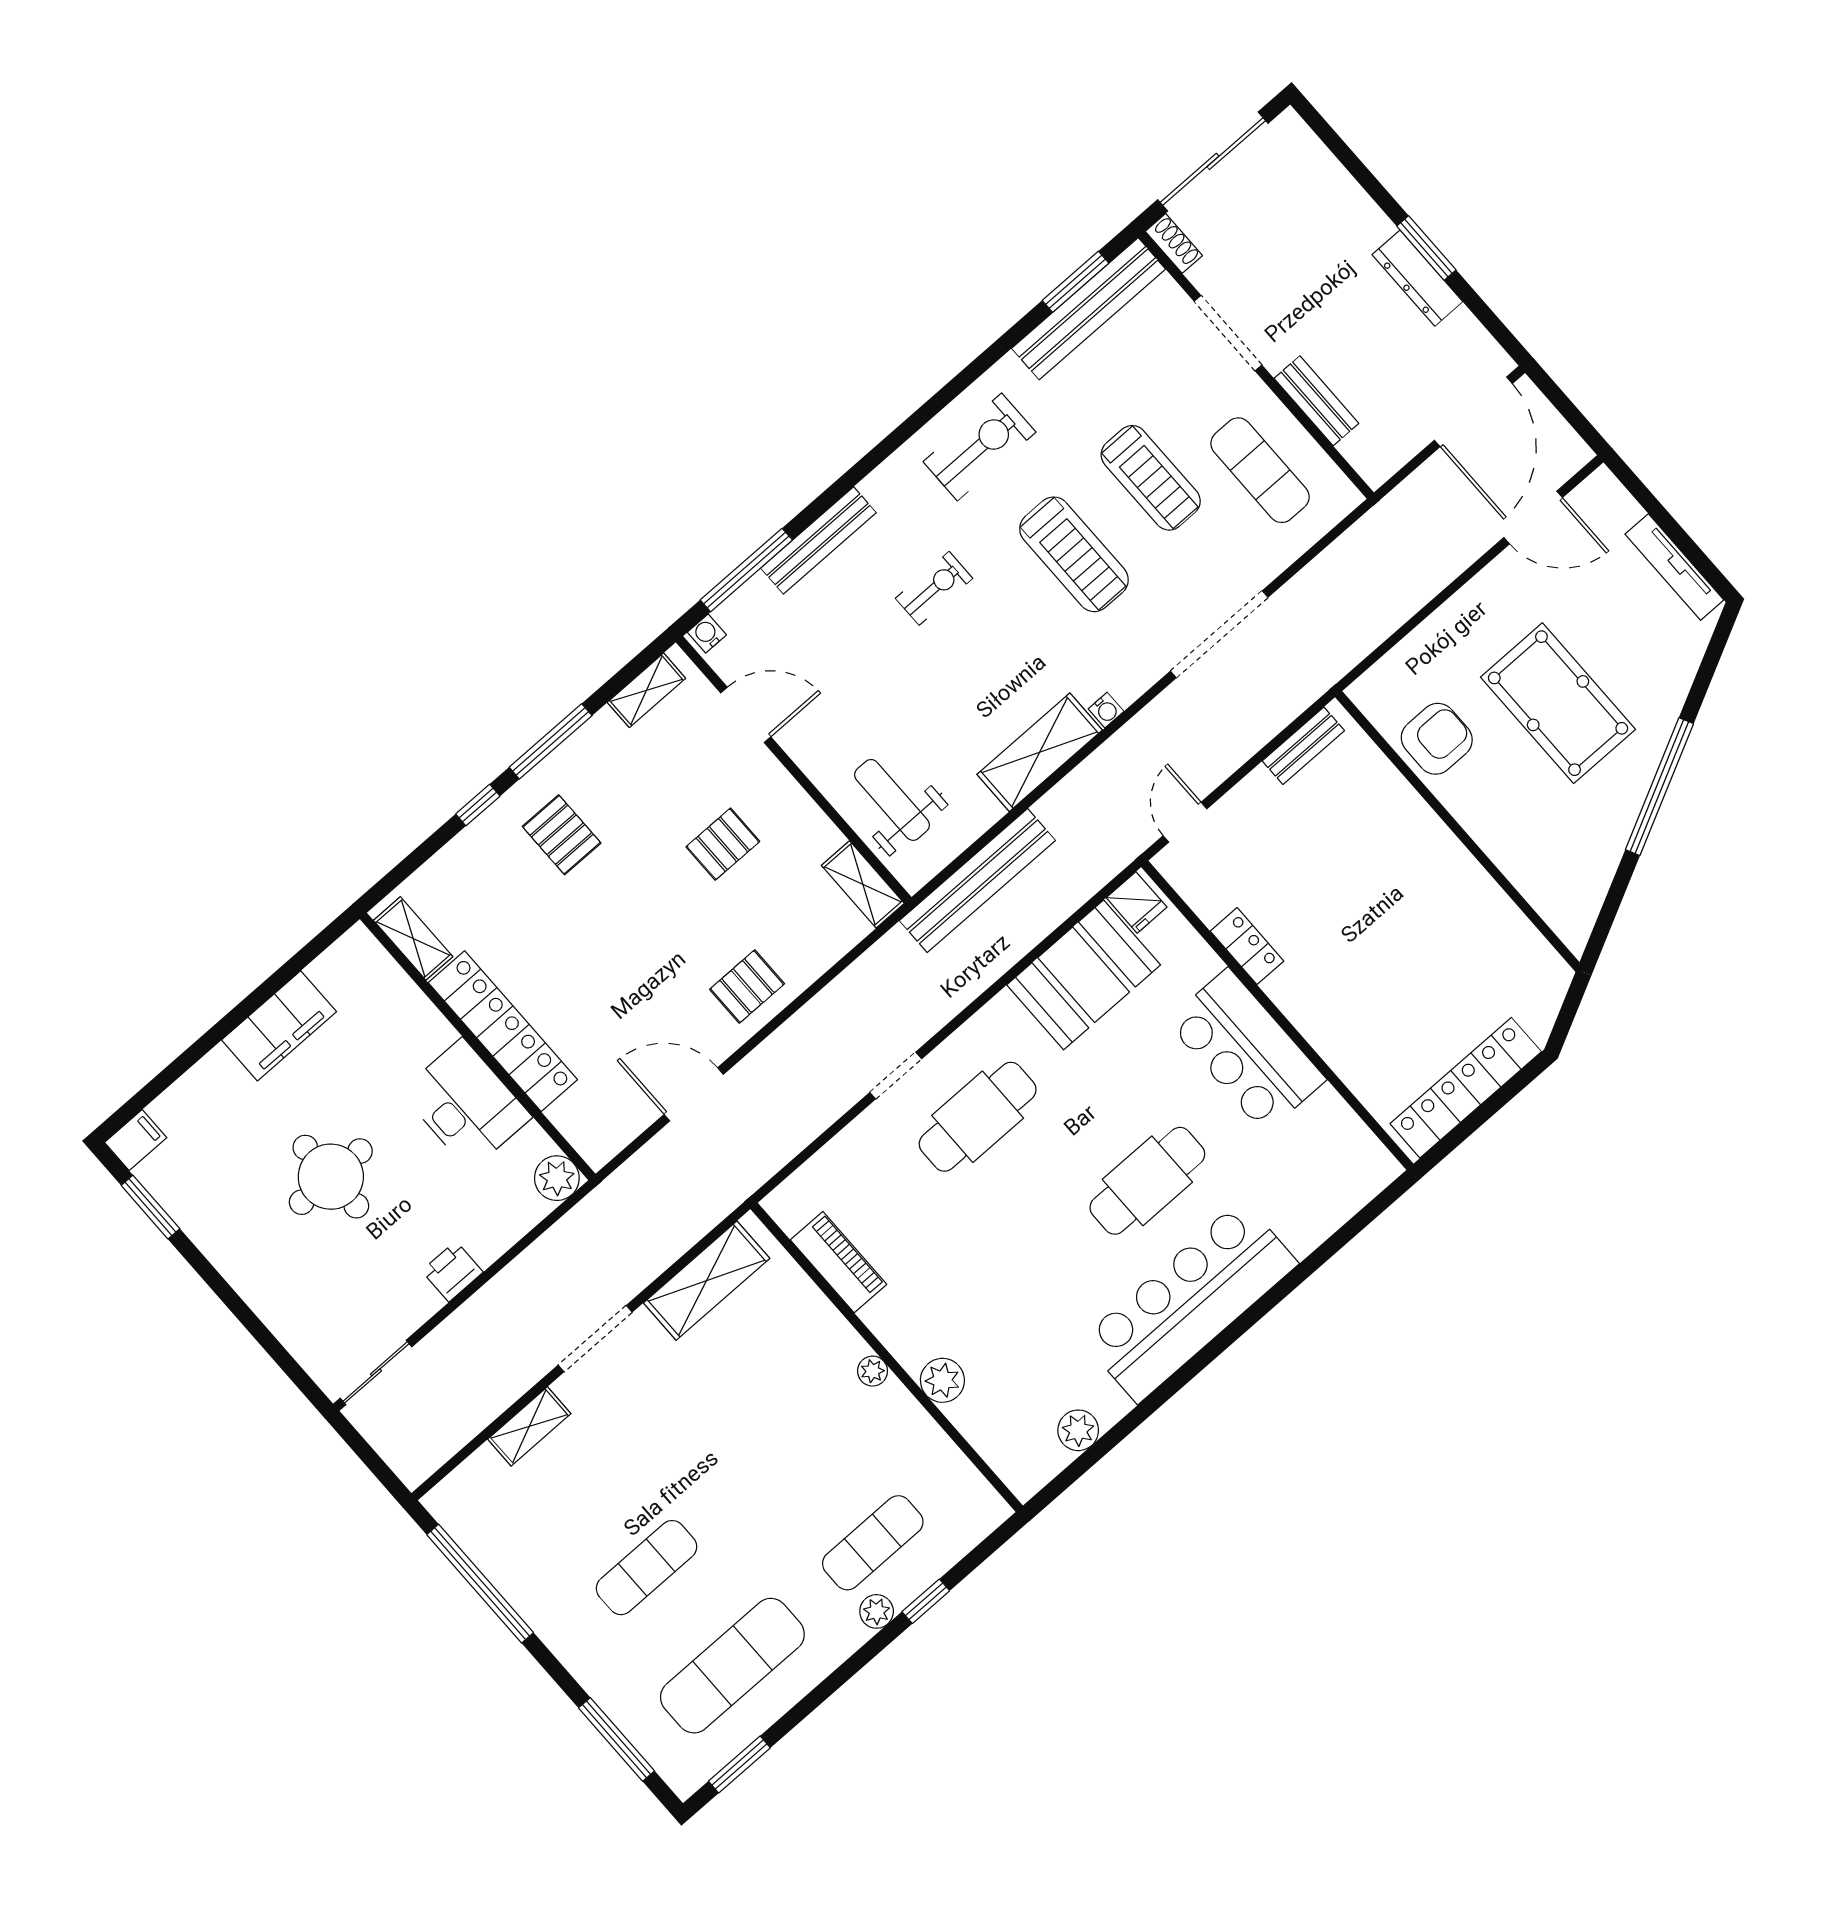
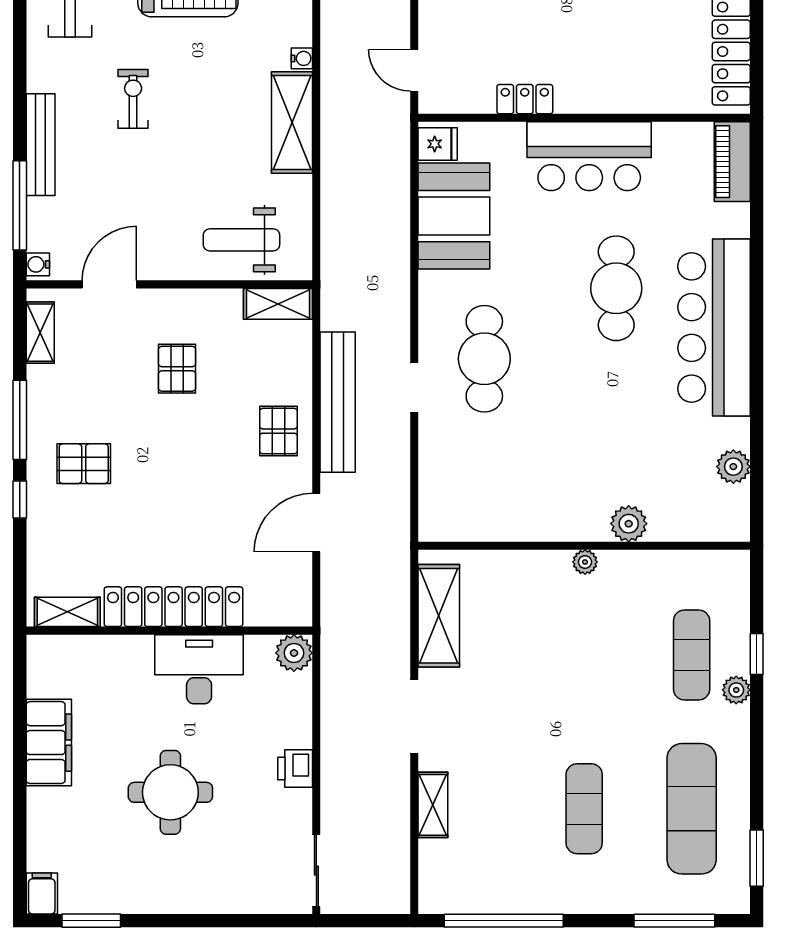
bench: (977, 880) -> (338, 402), moved
piano: (839, 1262) -> (732, 162), moved, turned -90

